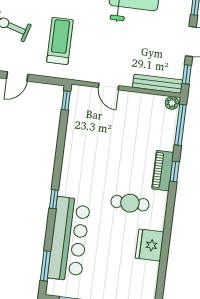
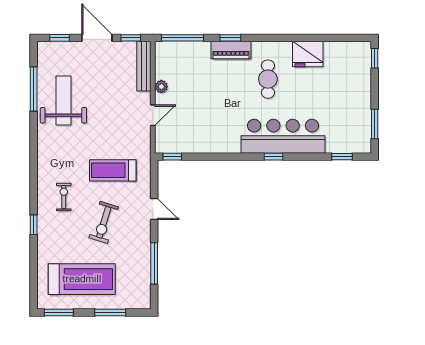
plant: (172, 103) -> (161, 87), moved
bar counter: (69, 239) -> (283, 136), moved
window: (45, 266) -> (342, 157), width x0.67

